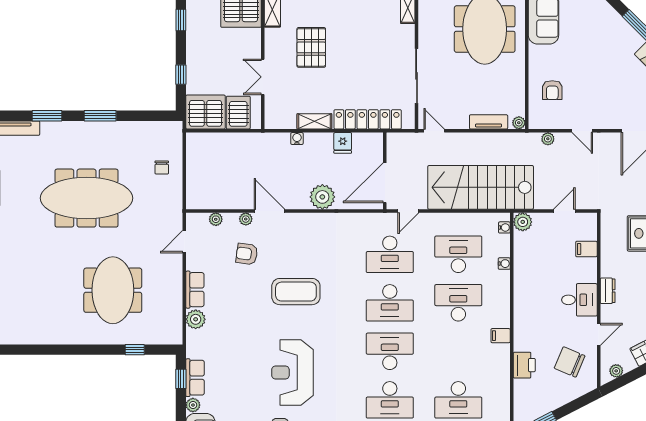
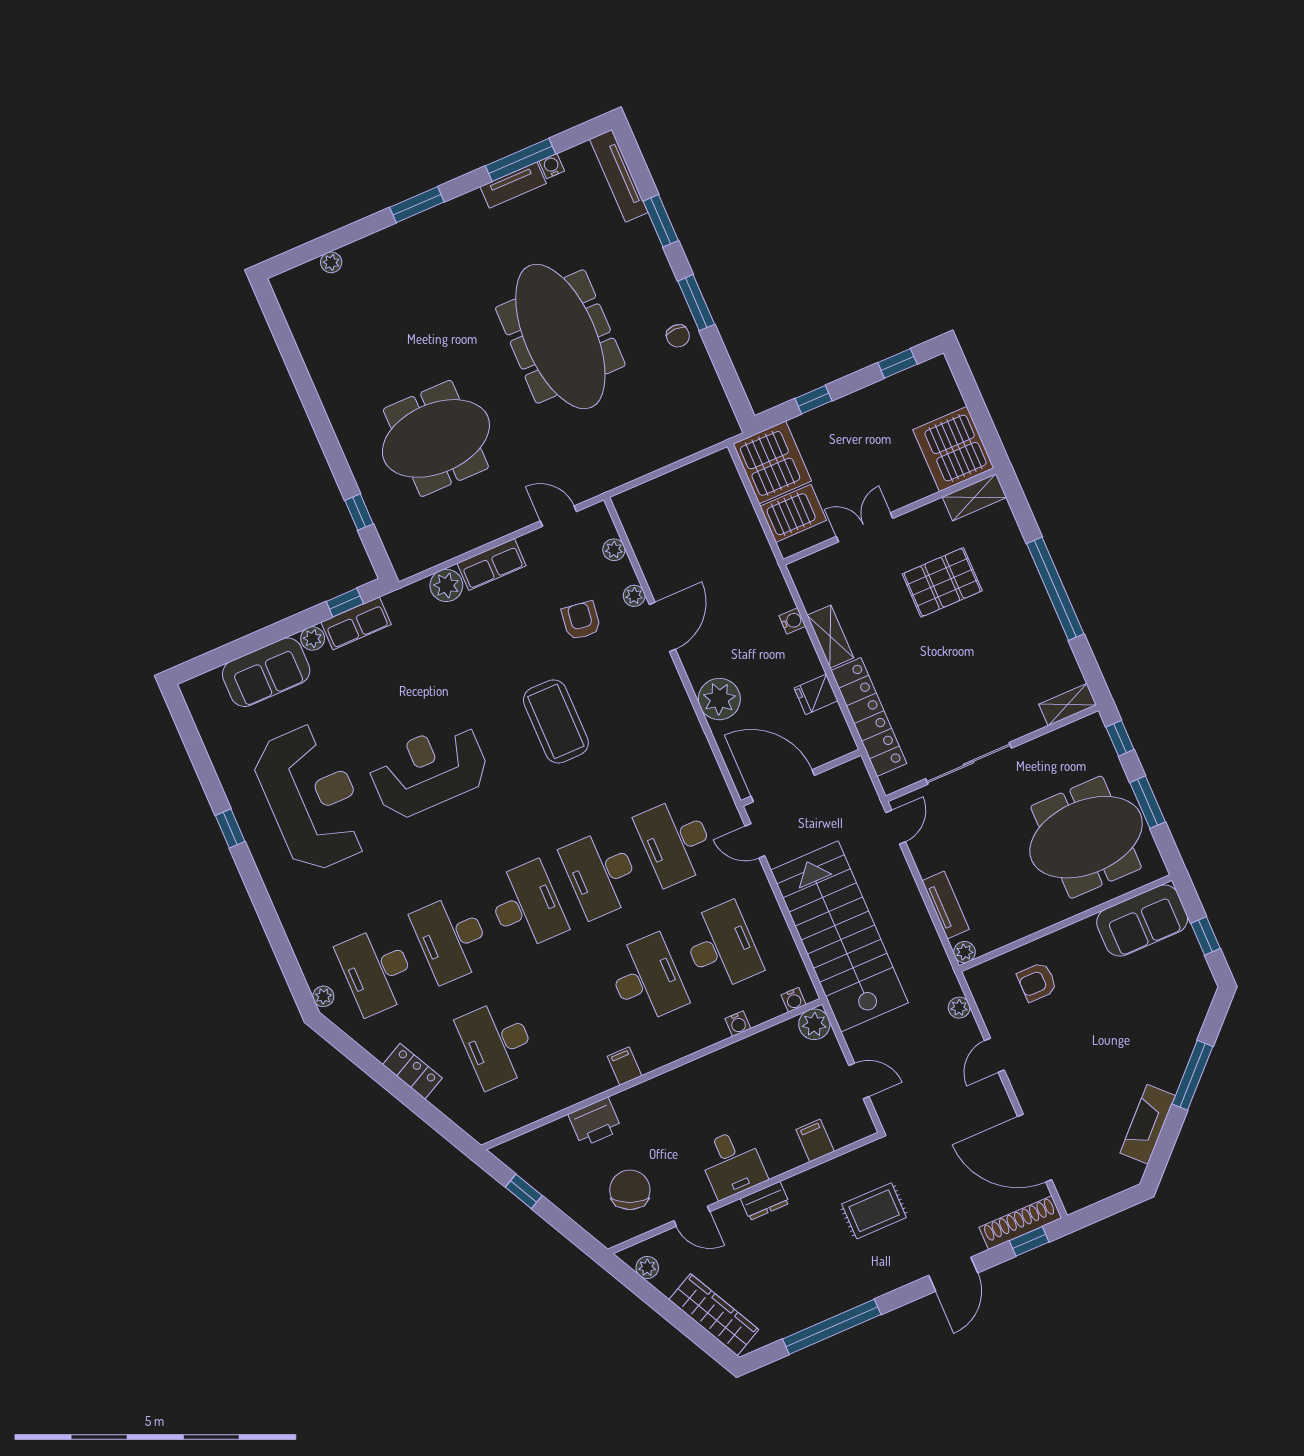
chair: (162, 168) -> (678, 336), moved, turned -90

